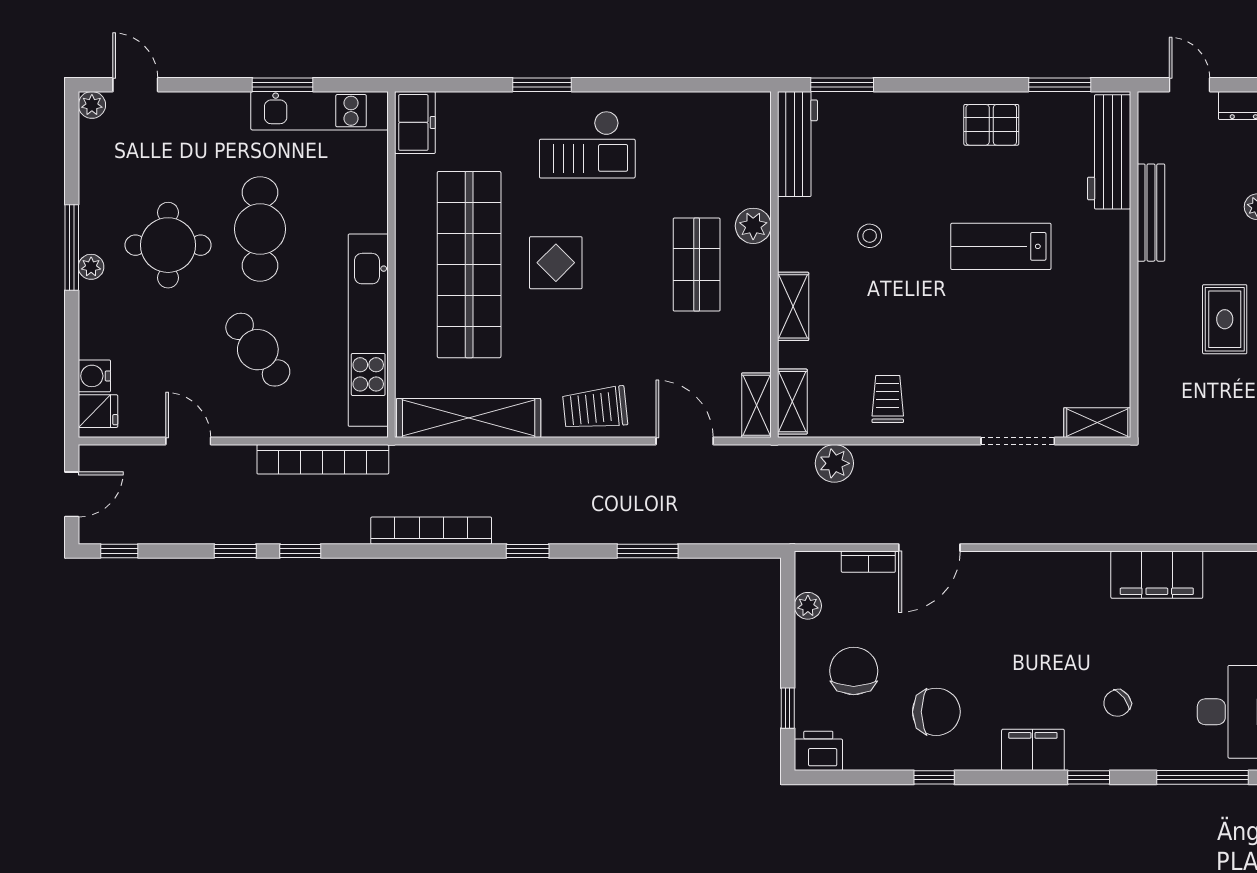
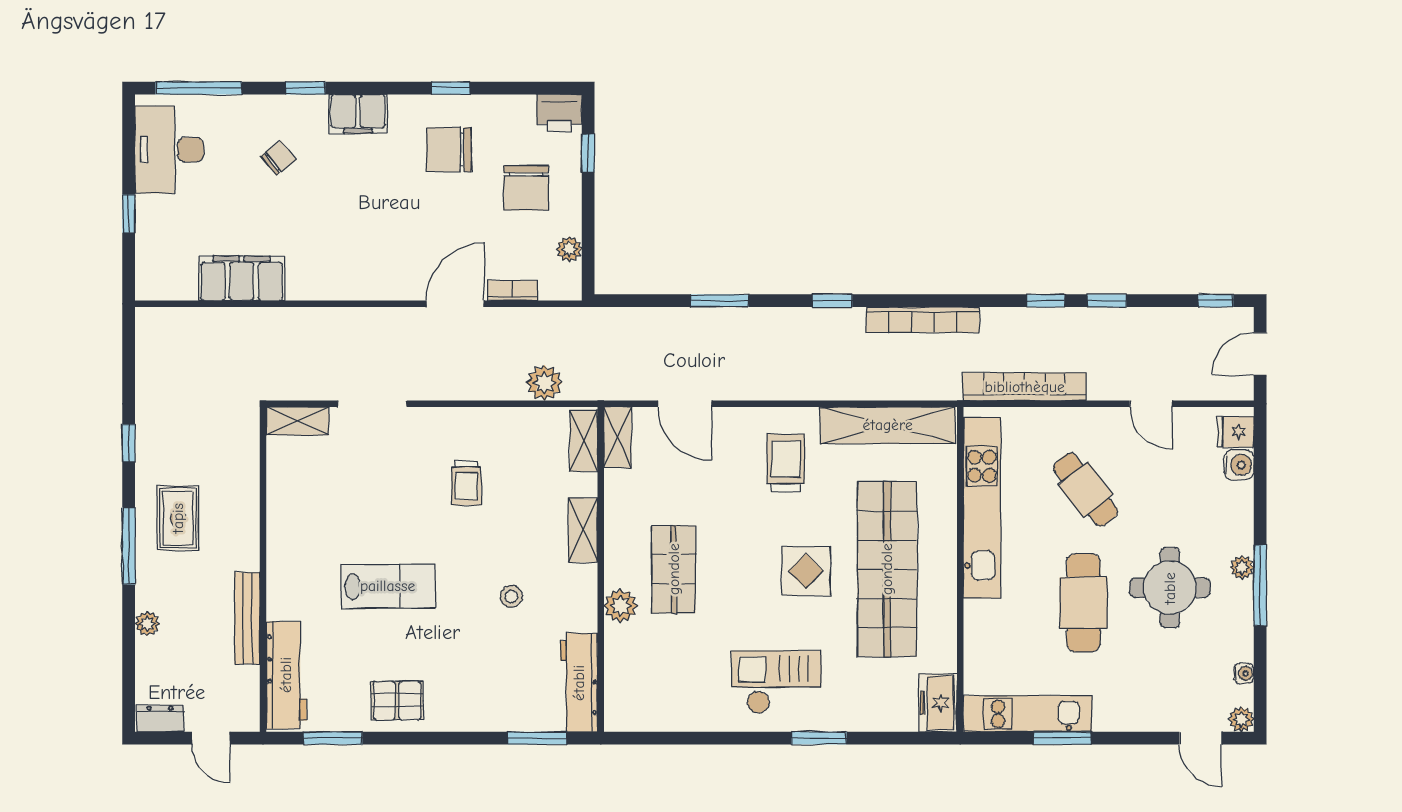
water cooler: (89, 154) -> (1244, 673), added
trolley: (888, 399) -> (466, 483), moved
trolley: (595, 408) -> (786, 463), moved, turned -84

